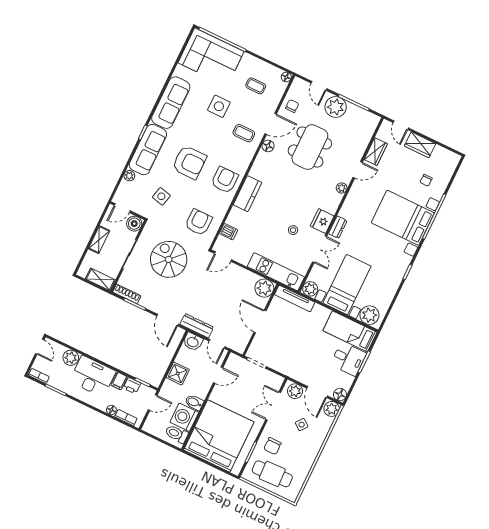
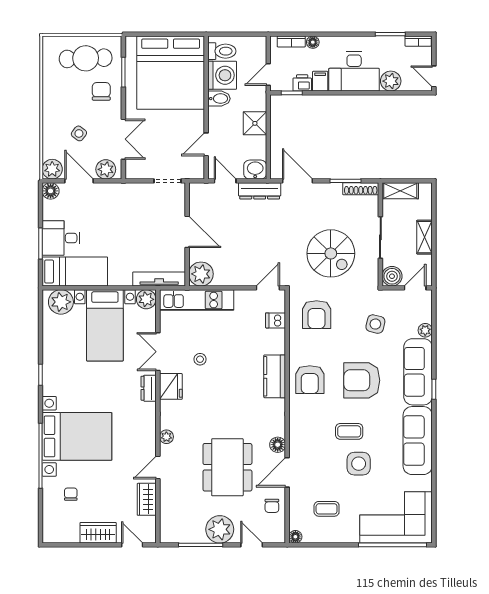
coffee table: (244, 133) -> (349, 431), moved

